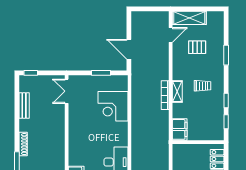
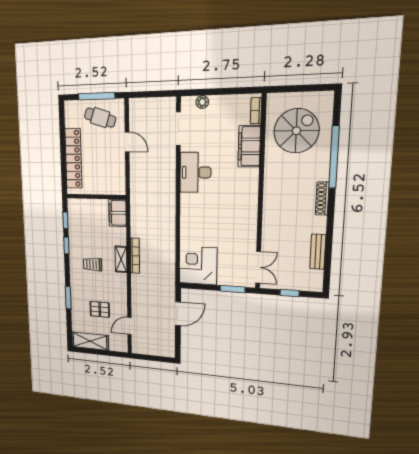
shelving: (189, 18) -> (90, 341), moved
door: (129, 49) -> (178, 314), hinge flipped
window: (31, 73) -> (290, 293), moved
window: (101, 73) -> (233, 289), moved
corner desk: (113, 106) -> (198, 265), moved, turned -90

